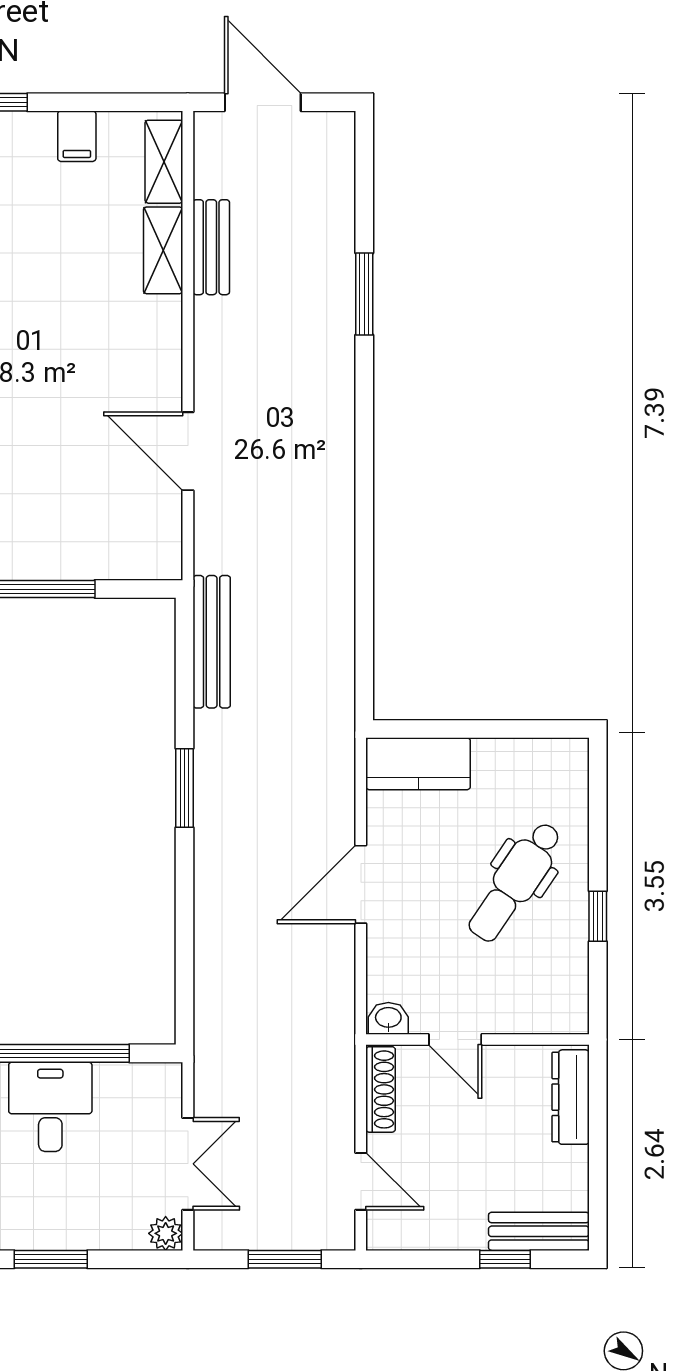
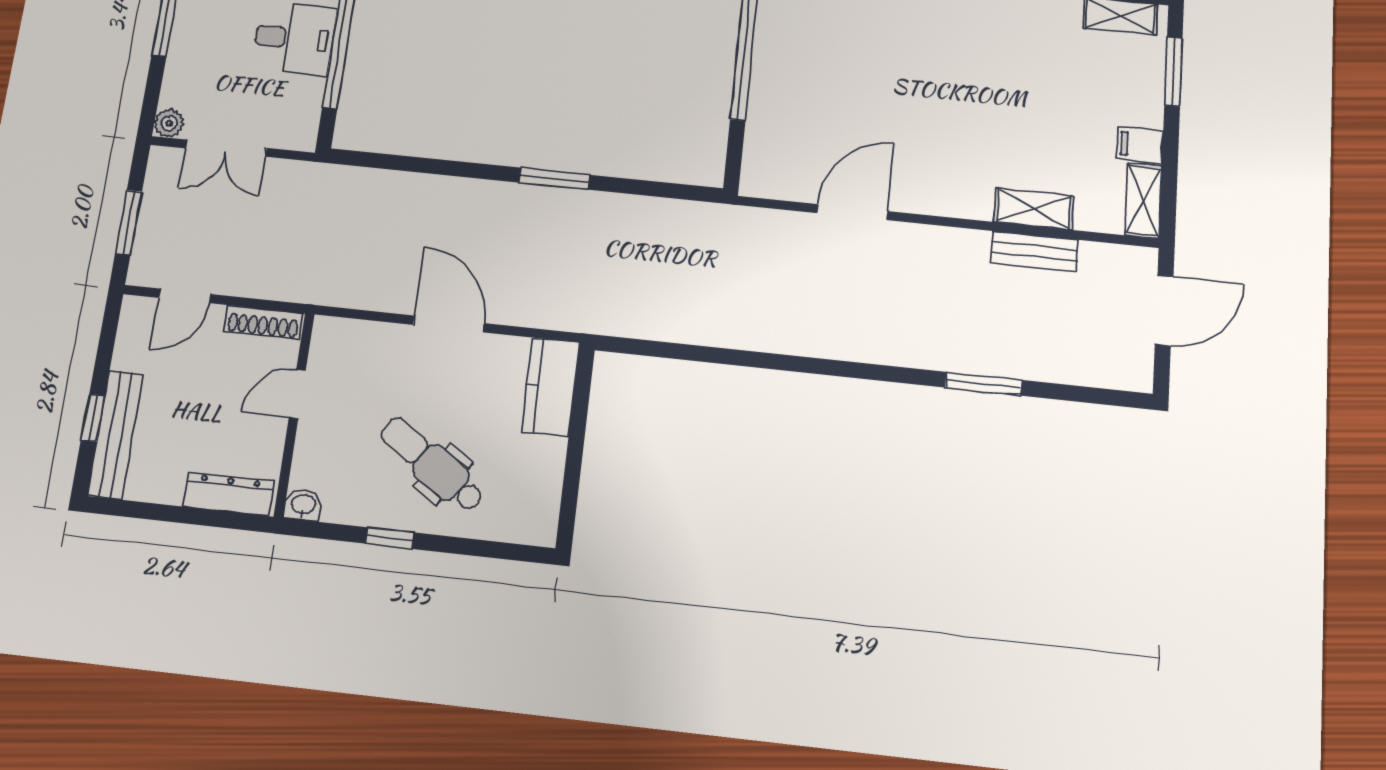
shelving: (164, 162) -> (1144, 201), moved, turned 90
bench: (212, 642) -> (681, 215), removed
washbasin: (388, 1018) -> (303, 505), moved, turned -90
bench: (539, 1231) -> (115, 435), width x1.36

